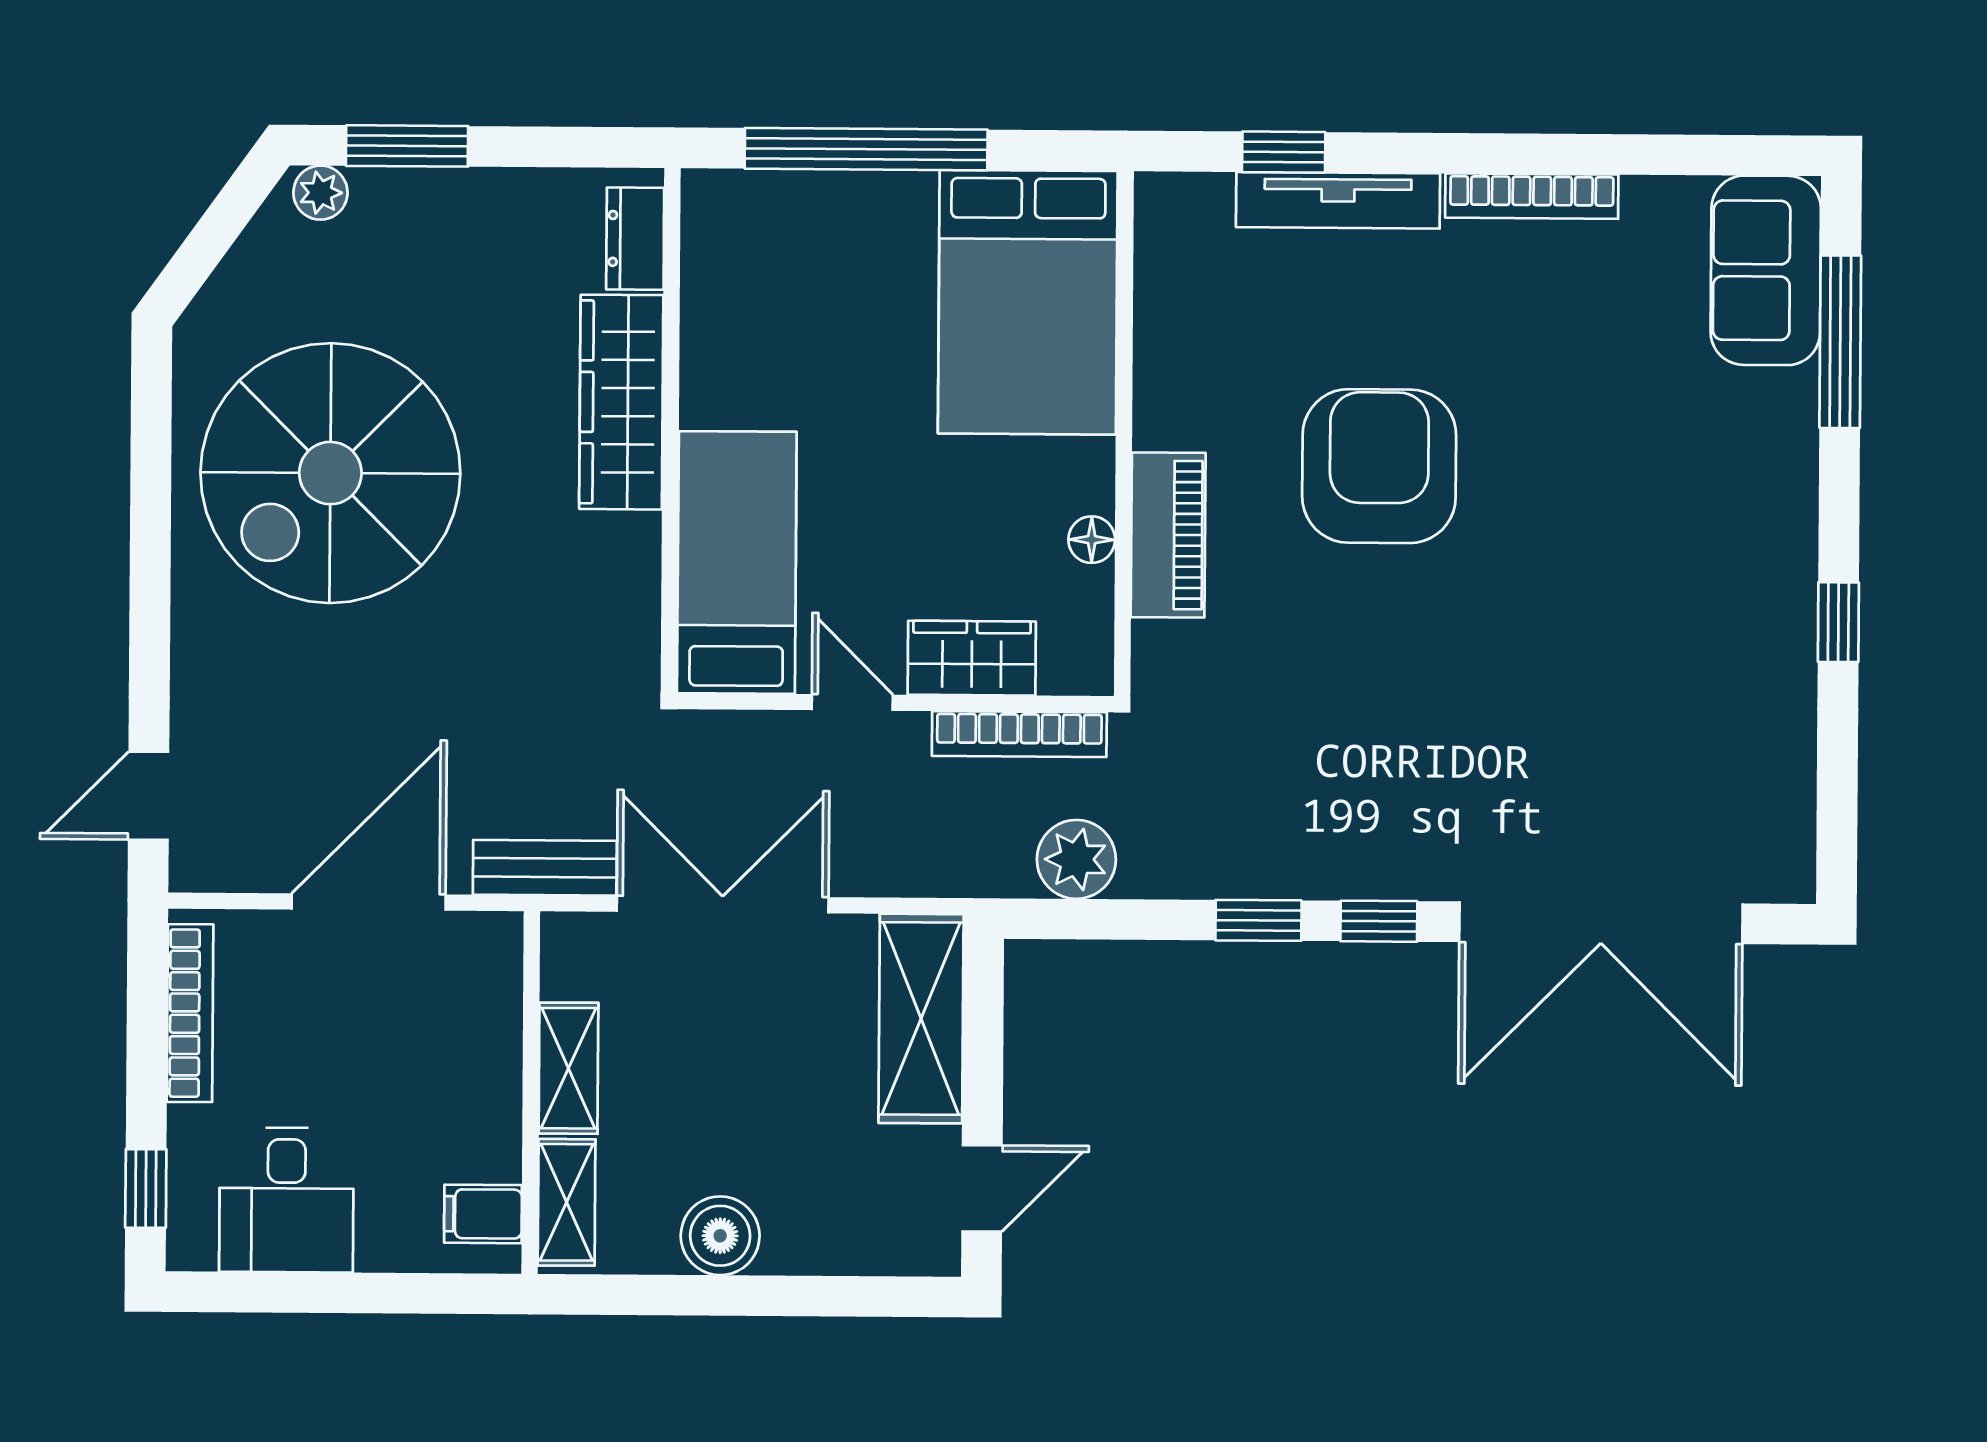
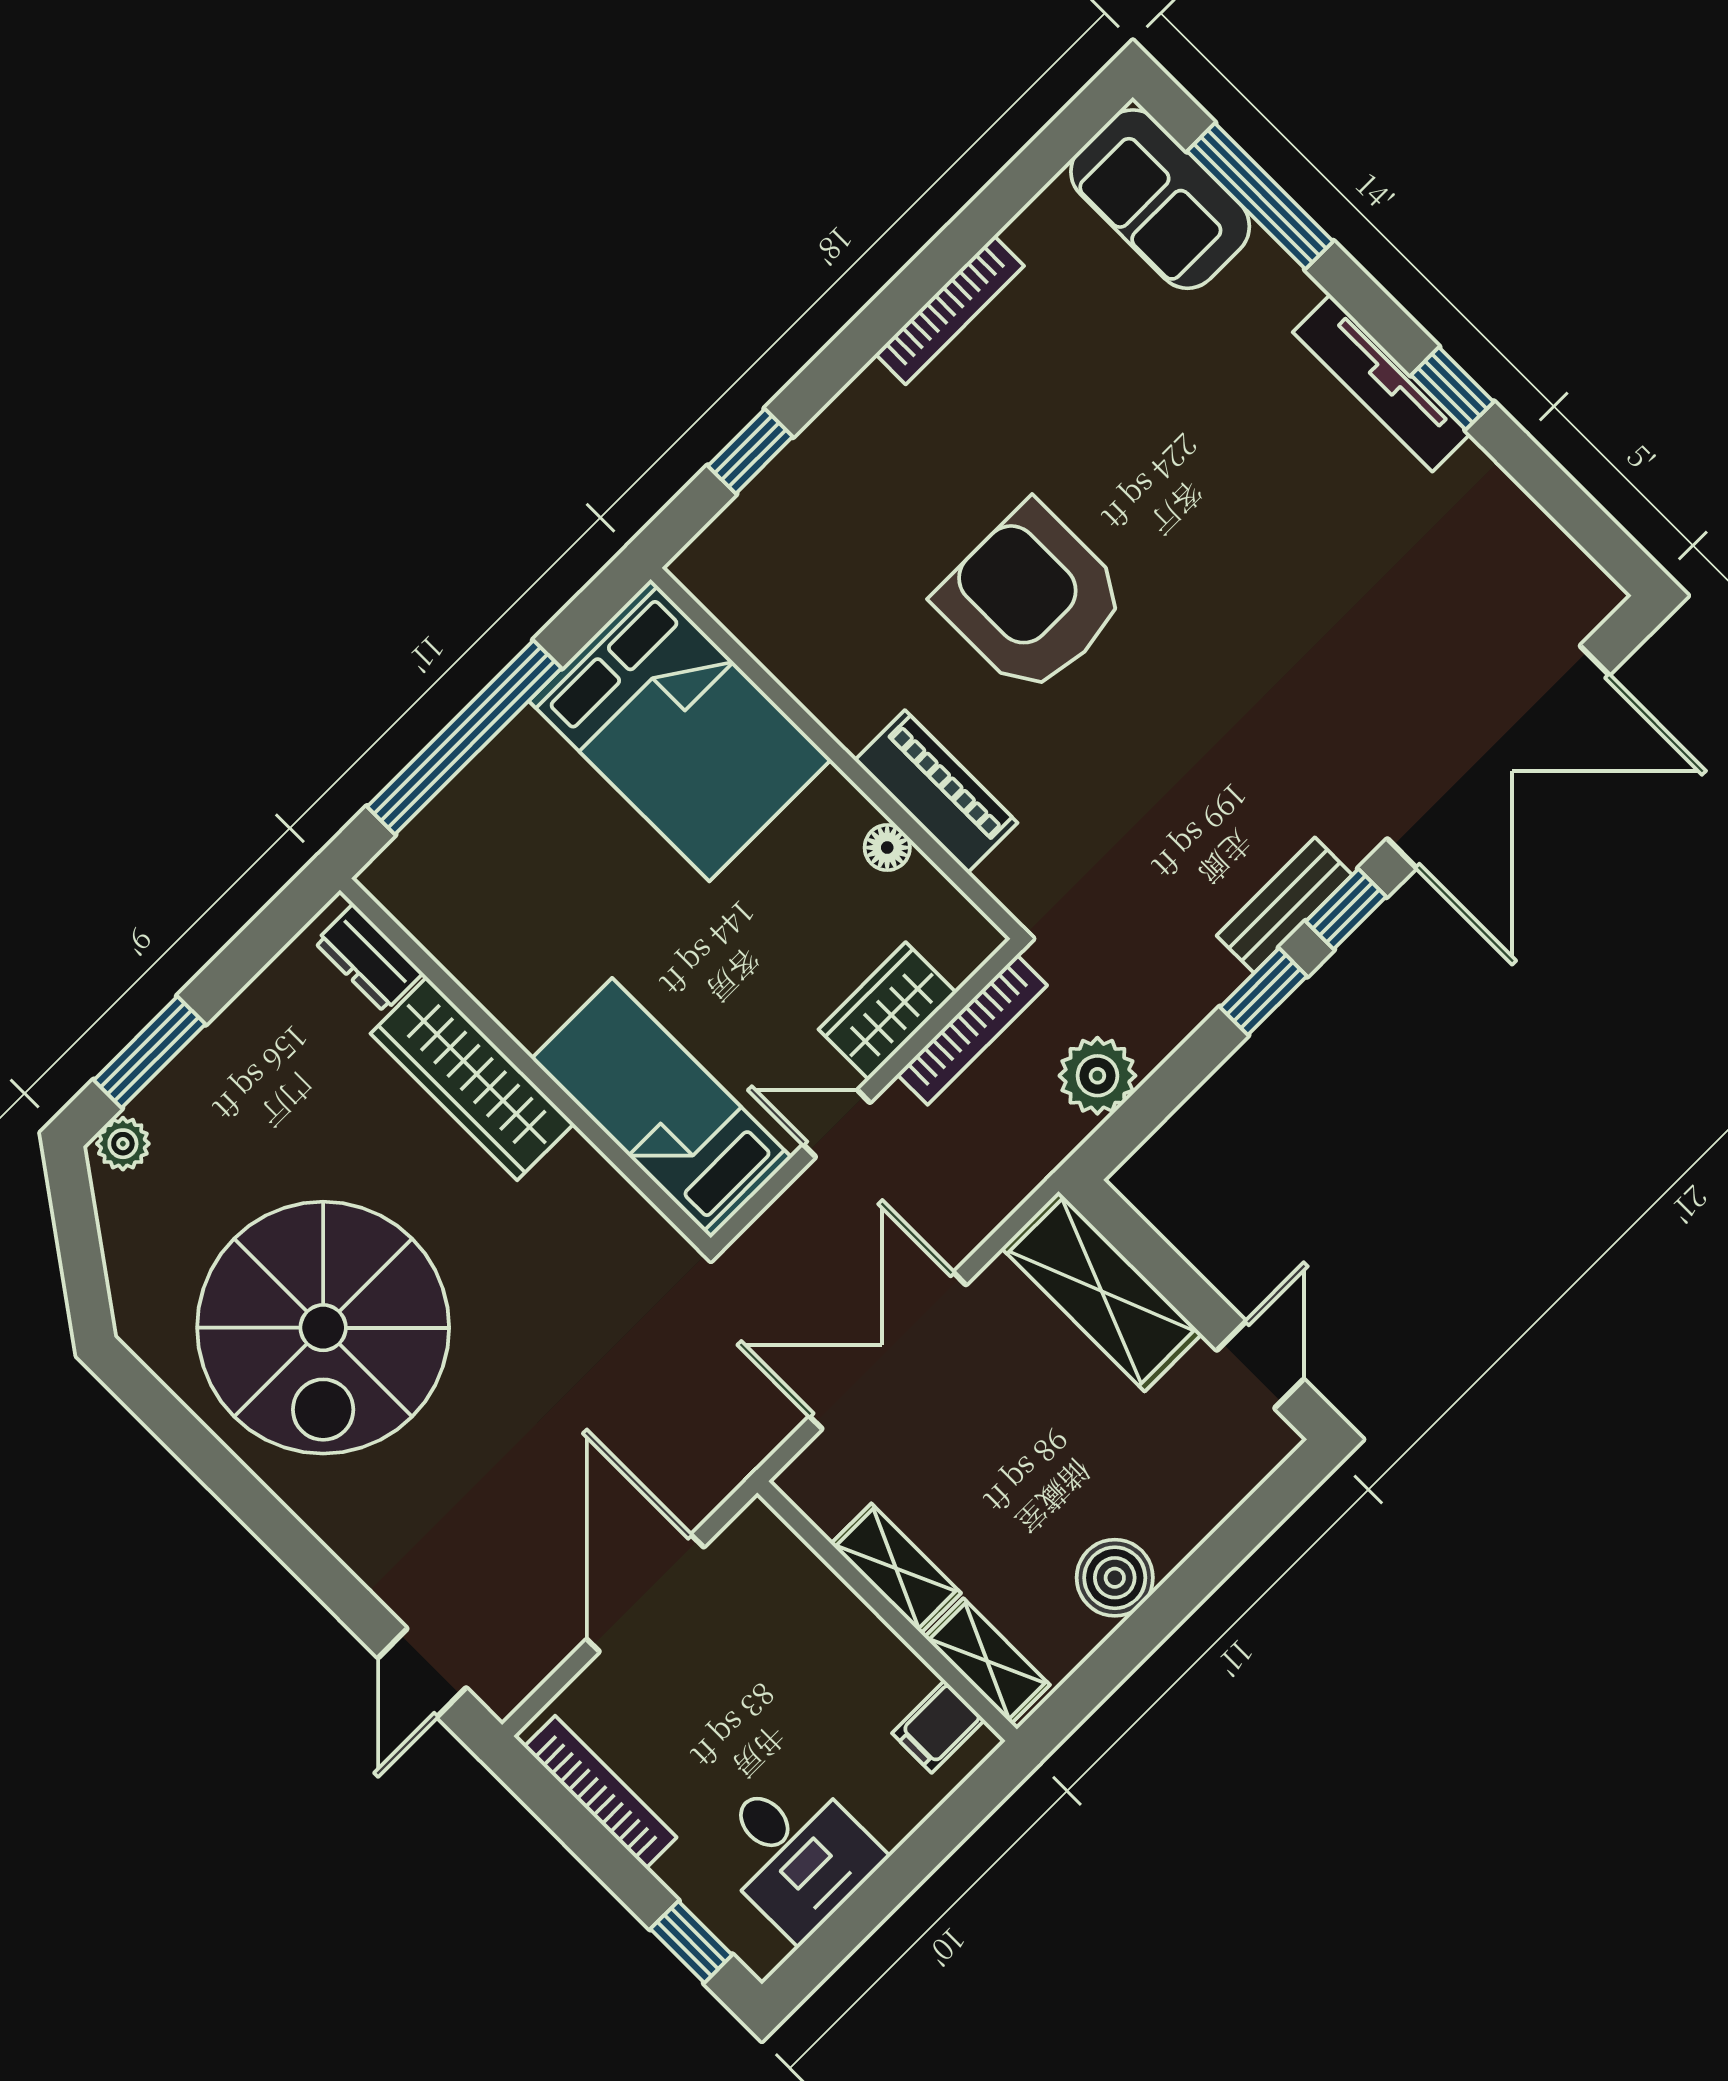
tv unit: (1338, 200) -> (1381, 383), moved, turned 90
bench: (545, 868) -> (1284, 905), moved

